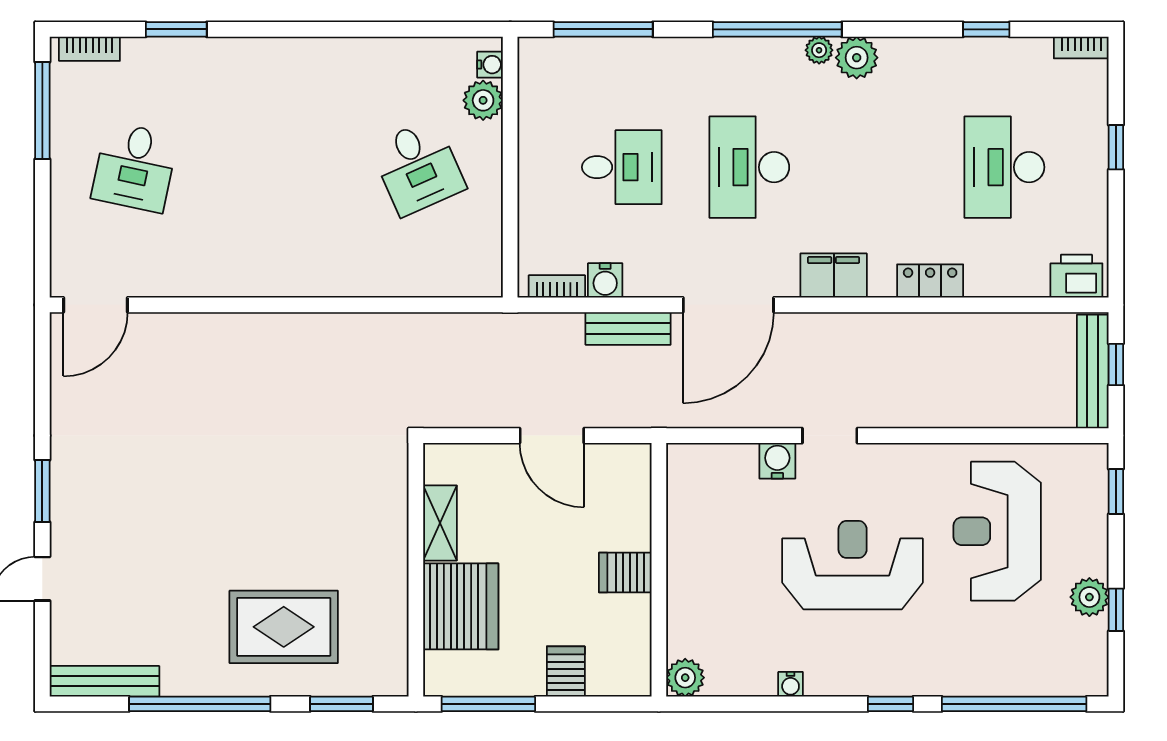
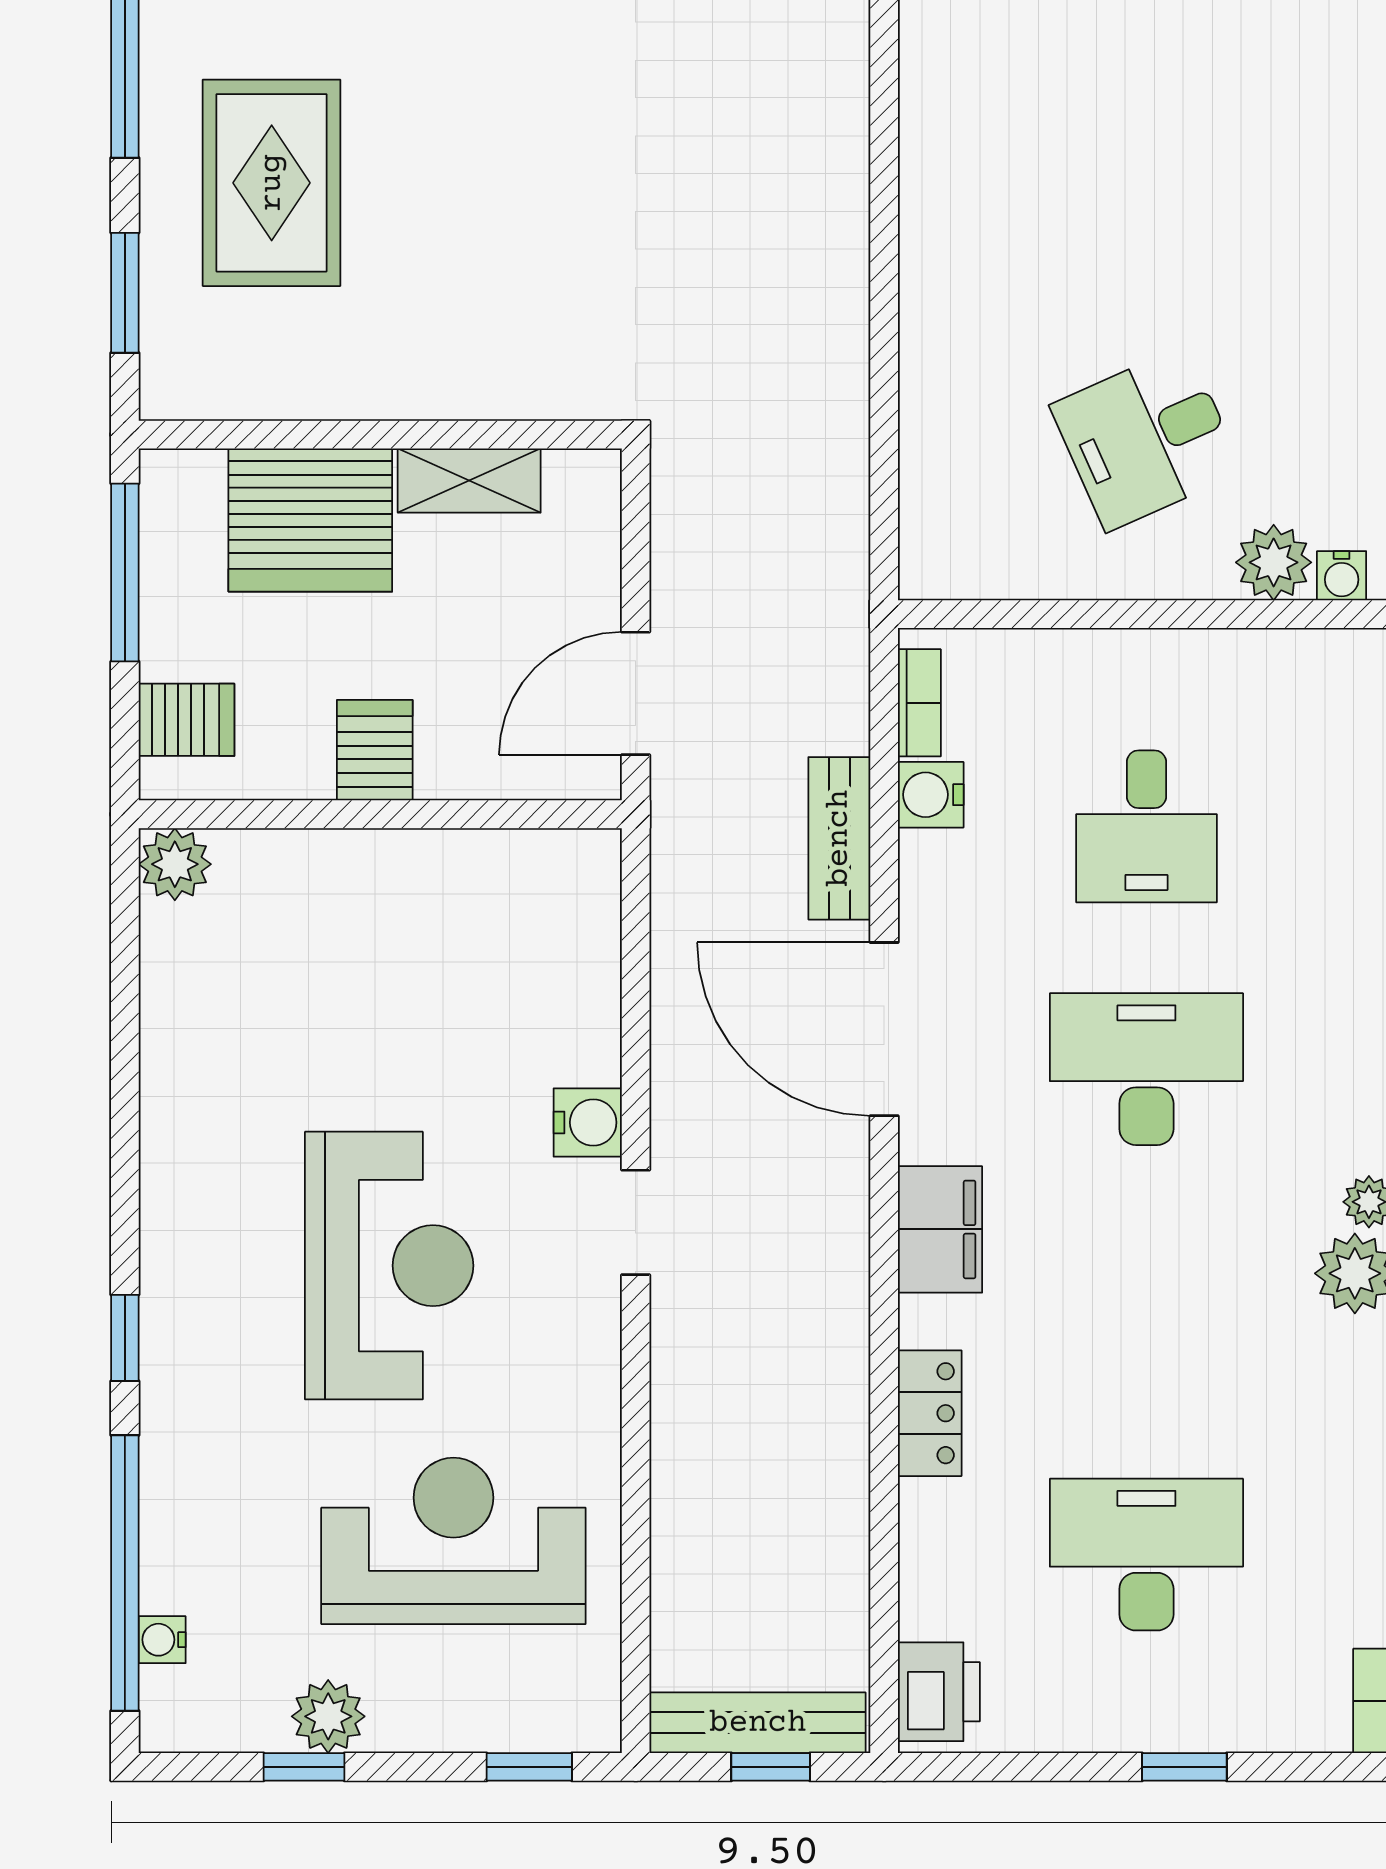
wall: (659, 570) -> (380, 814), moved
server rack: (625, 573) -> (375, 750), moved
plant: (685, 678) -> (175, 864), moved
water cooler: (791, 684) -> (162, 1640), moved

